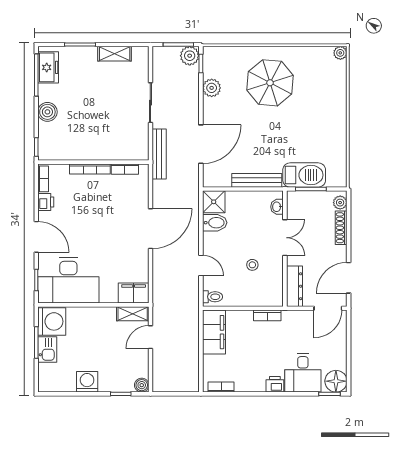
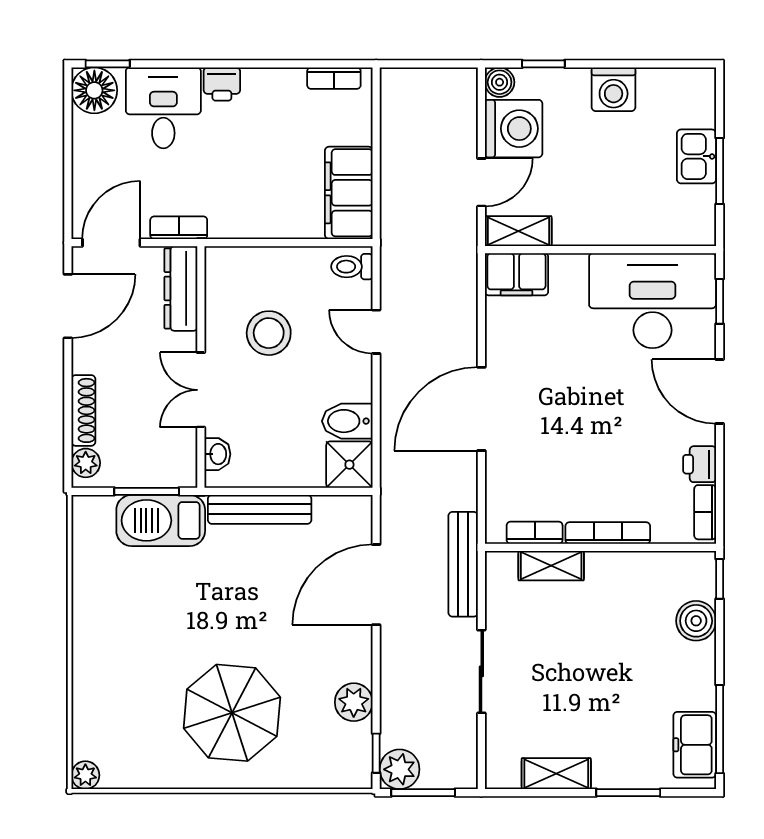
boiler: (47, 112) -> (696, 621), moved
shelving: (117, 153) -> (551, 566), added
stool: (252, 265) -> (269, 333), width x1.89, depth x1.89
bookcase: (267, 315) -> (179, 228), moved
washing machine: (52, 321) -> (514, 129), moved, turned 180

